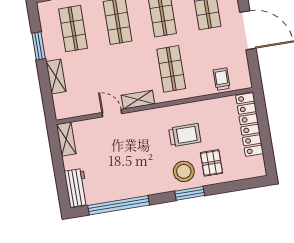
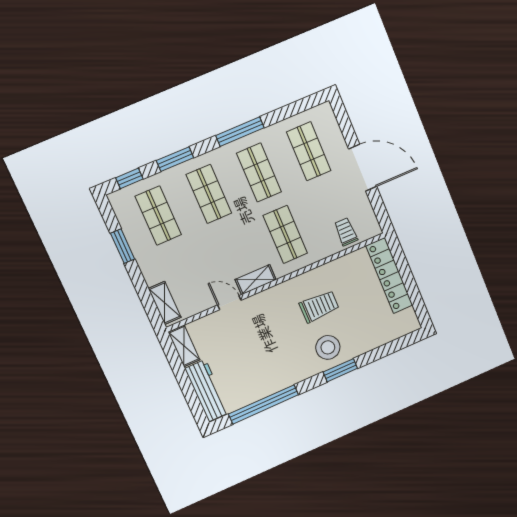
shelving: (56, 76) -> (165, 303), moved
pallet: (212, 163) -> (357, 330), removed
workbench: (76, 188) -> (207, 391), width x1.38

